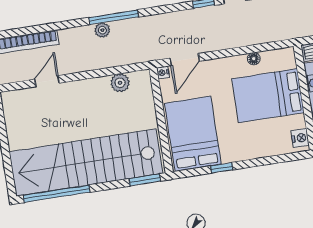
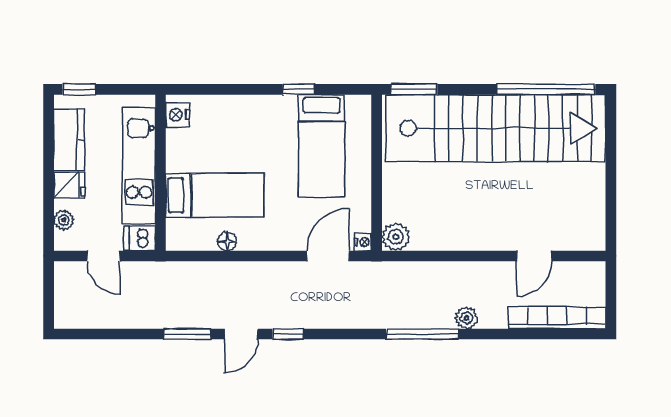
plant: (102, 30) -> (467, 318), moved
plant: (120, 83) -> (396, 237), moved
bed: (268, 96) -> (215, 195), width x0.67
bed: (193, 134) -> (322, 146), width x0.67

